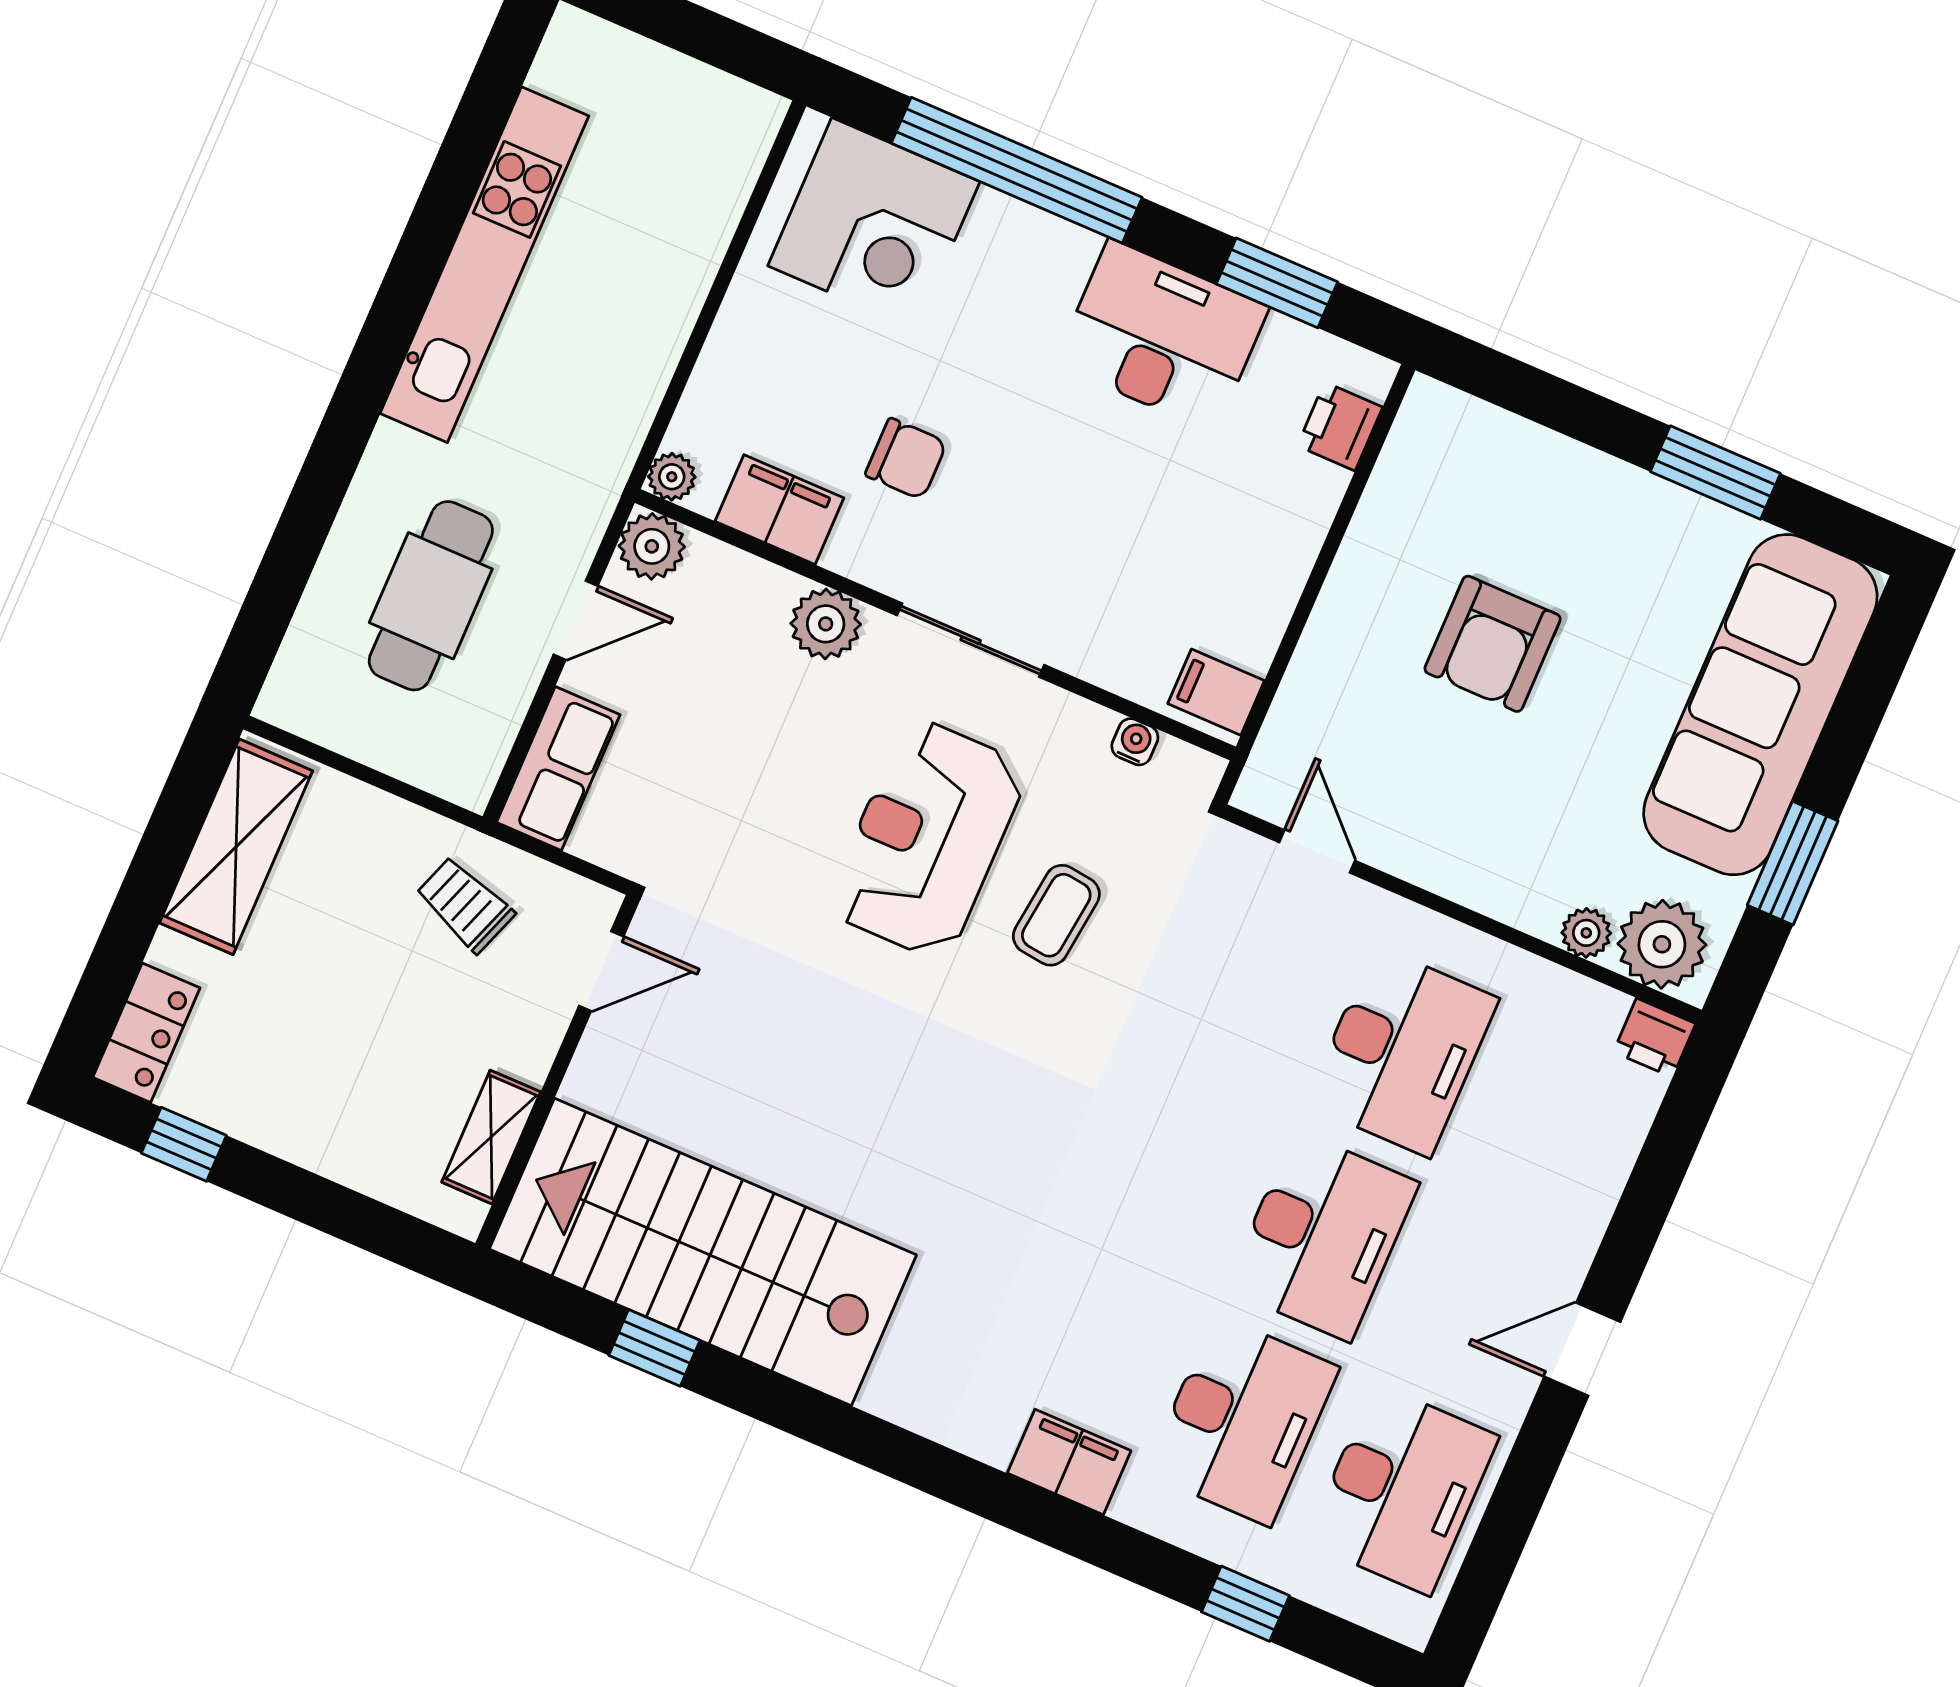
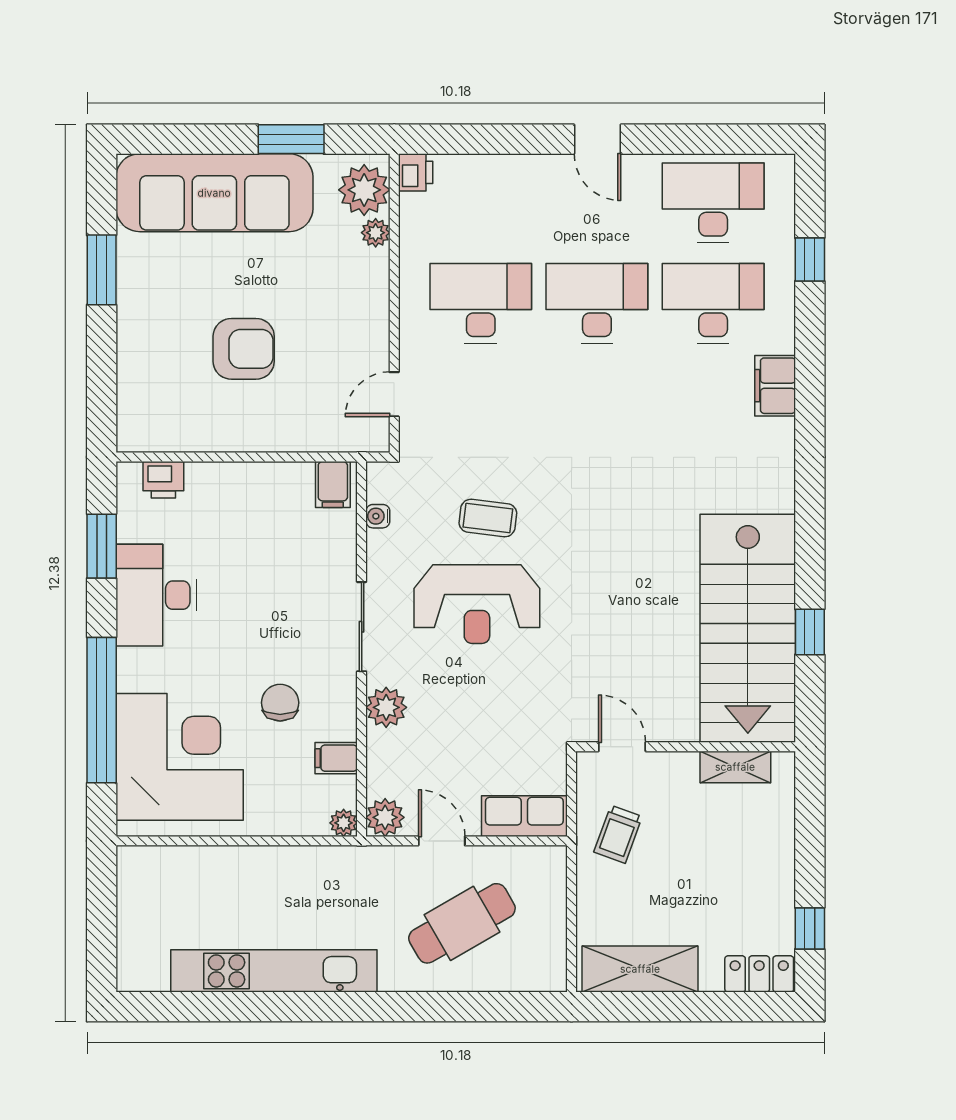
corner desk: (874, 224) -> (180, 757), width x1.36, depth x1.36
filing cabinet: (779, 510) -> (336, 758), width x0.50
cafe table: (431, 596) -> (462, 923), turned -30

